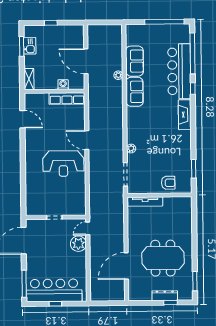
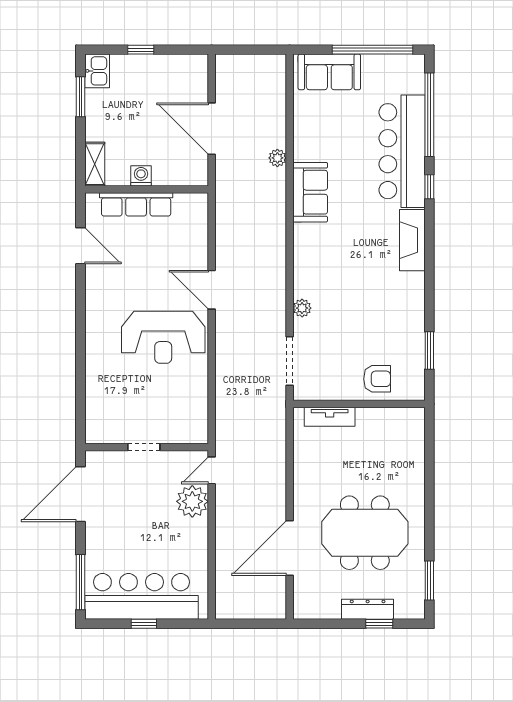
kitchen sink: (30, 46) -> (97, 71), moved
sofa: (135, 61) -> (329, 72), moved, turned 90
washing machine: (63, 85) -> (141, 176), moved
row of seats: (67, 98) -> (136, 204), moved
tv unit: (145, 202) -> (330, 417), width x0.71

